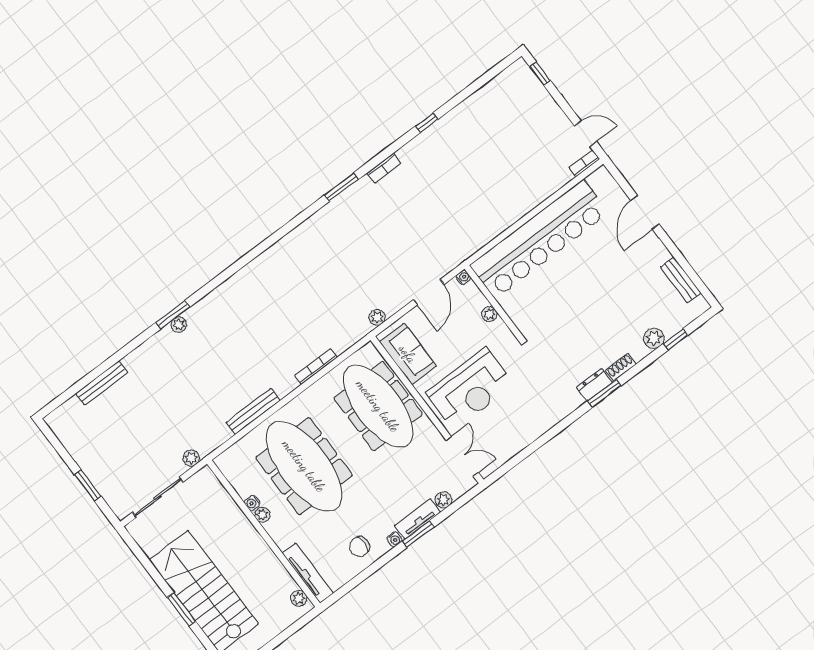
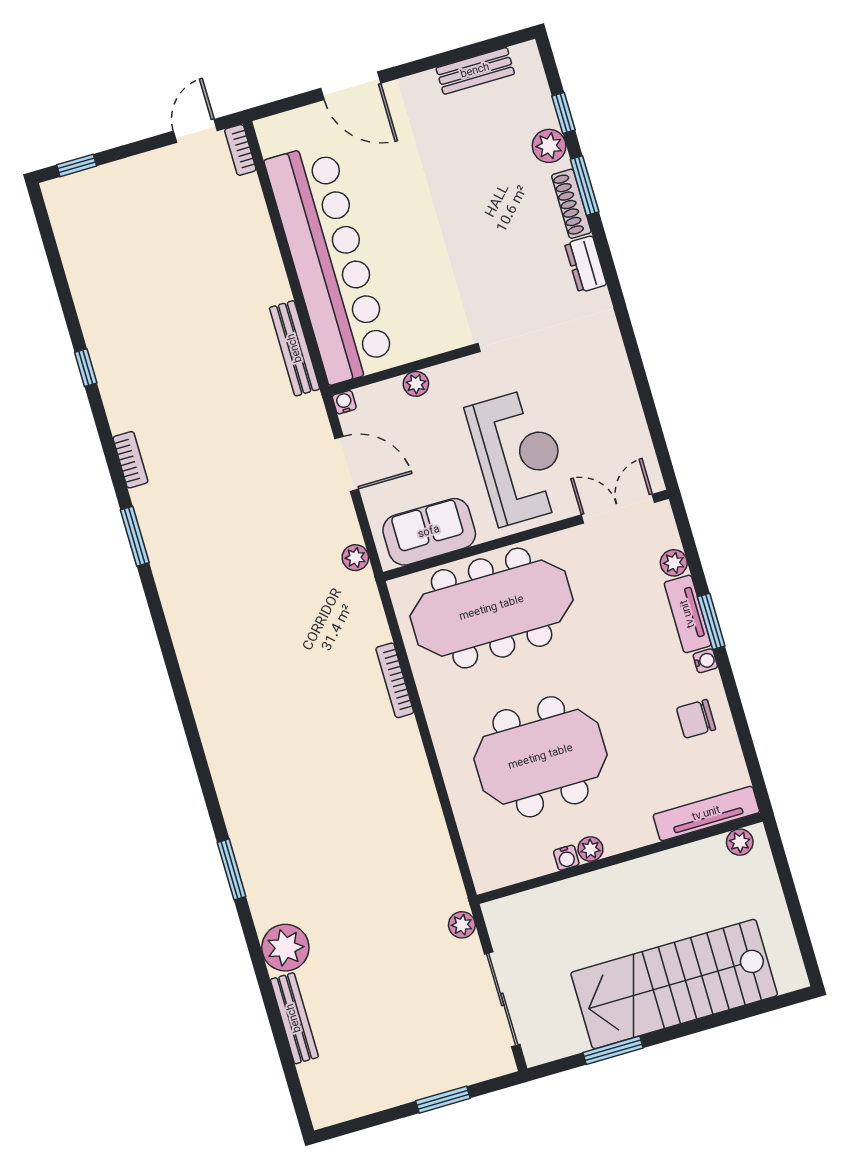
plant: (179, 325) -> (285, 948), moved, width x1.88, depth x1.88
shoe rack: (621, 367) -> (571, 204), width x1.43
window: (605, 393) -> (585, 186), moved
bench: (253, 411) -> (295, 348), moved
meeting table: (304, 466) -> (541, 757), width x0.73
chair: (360, 547) -> (696, 719), turned 90
window: (181, 609) -> (613, 1050), moved

